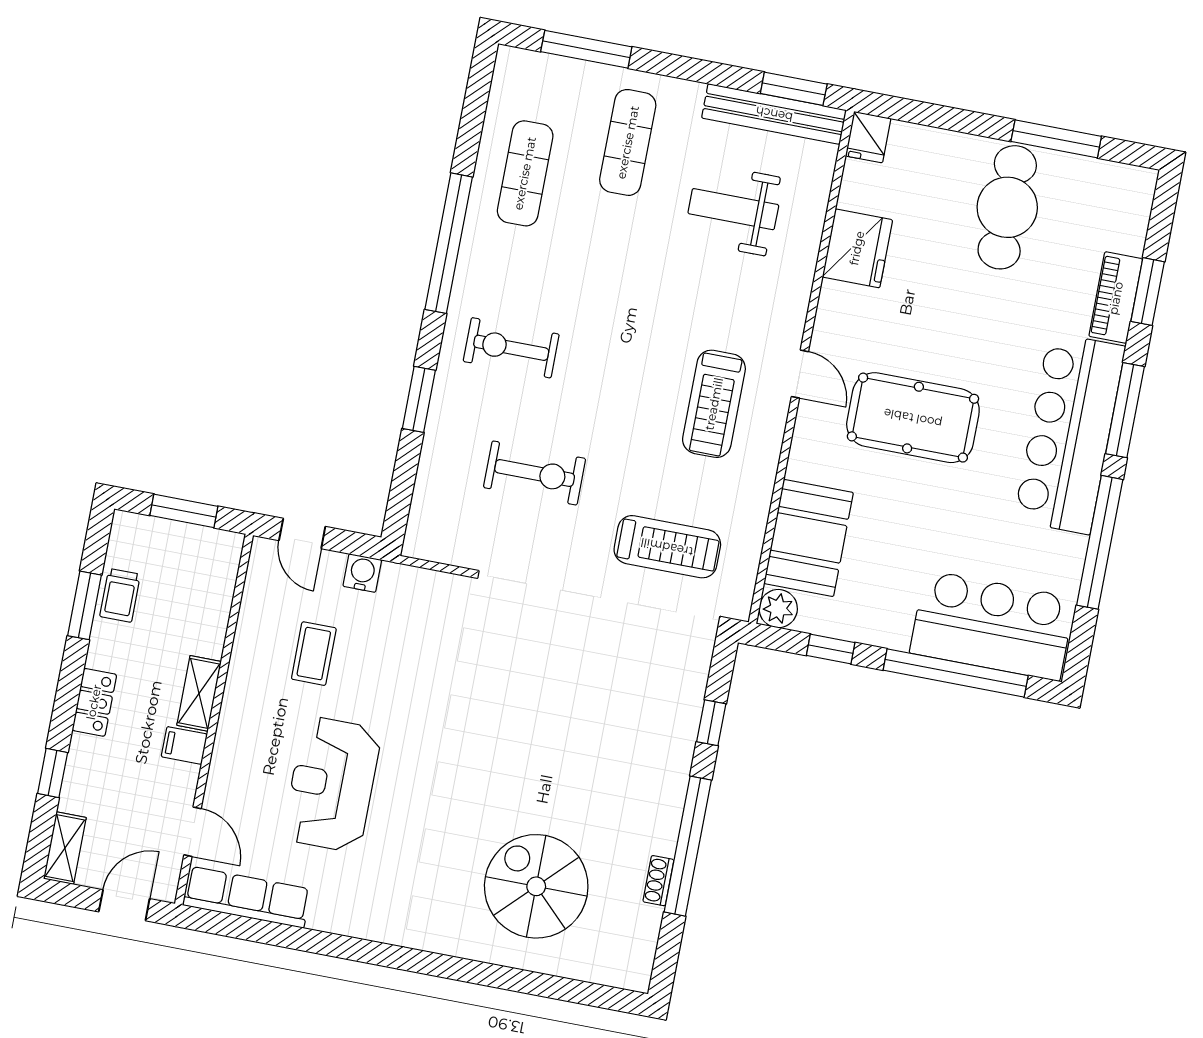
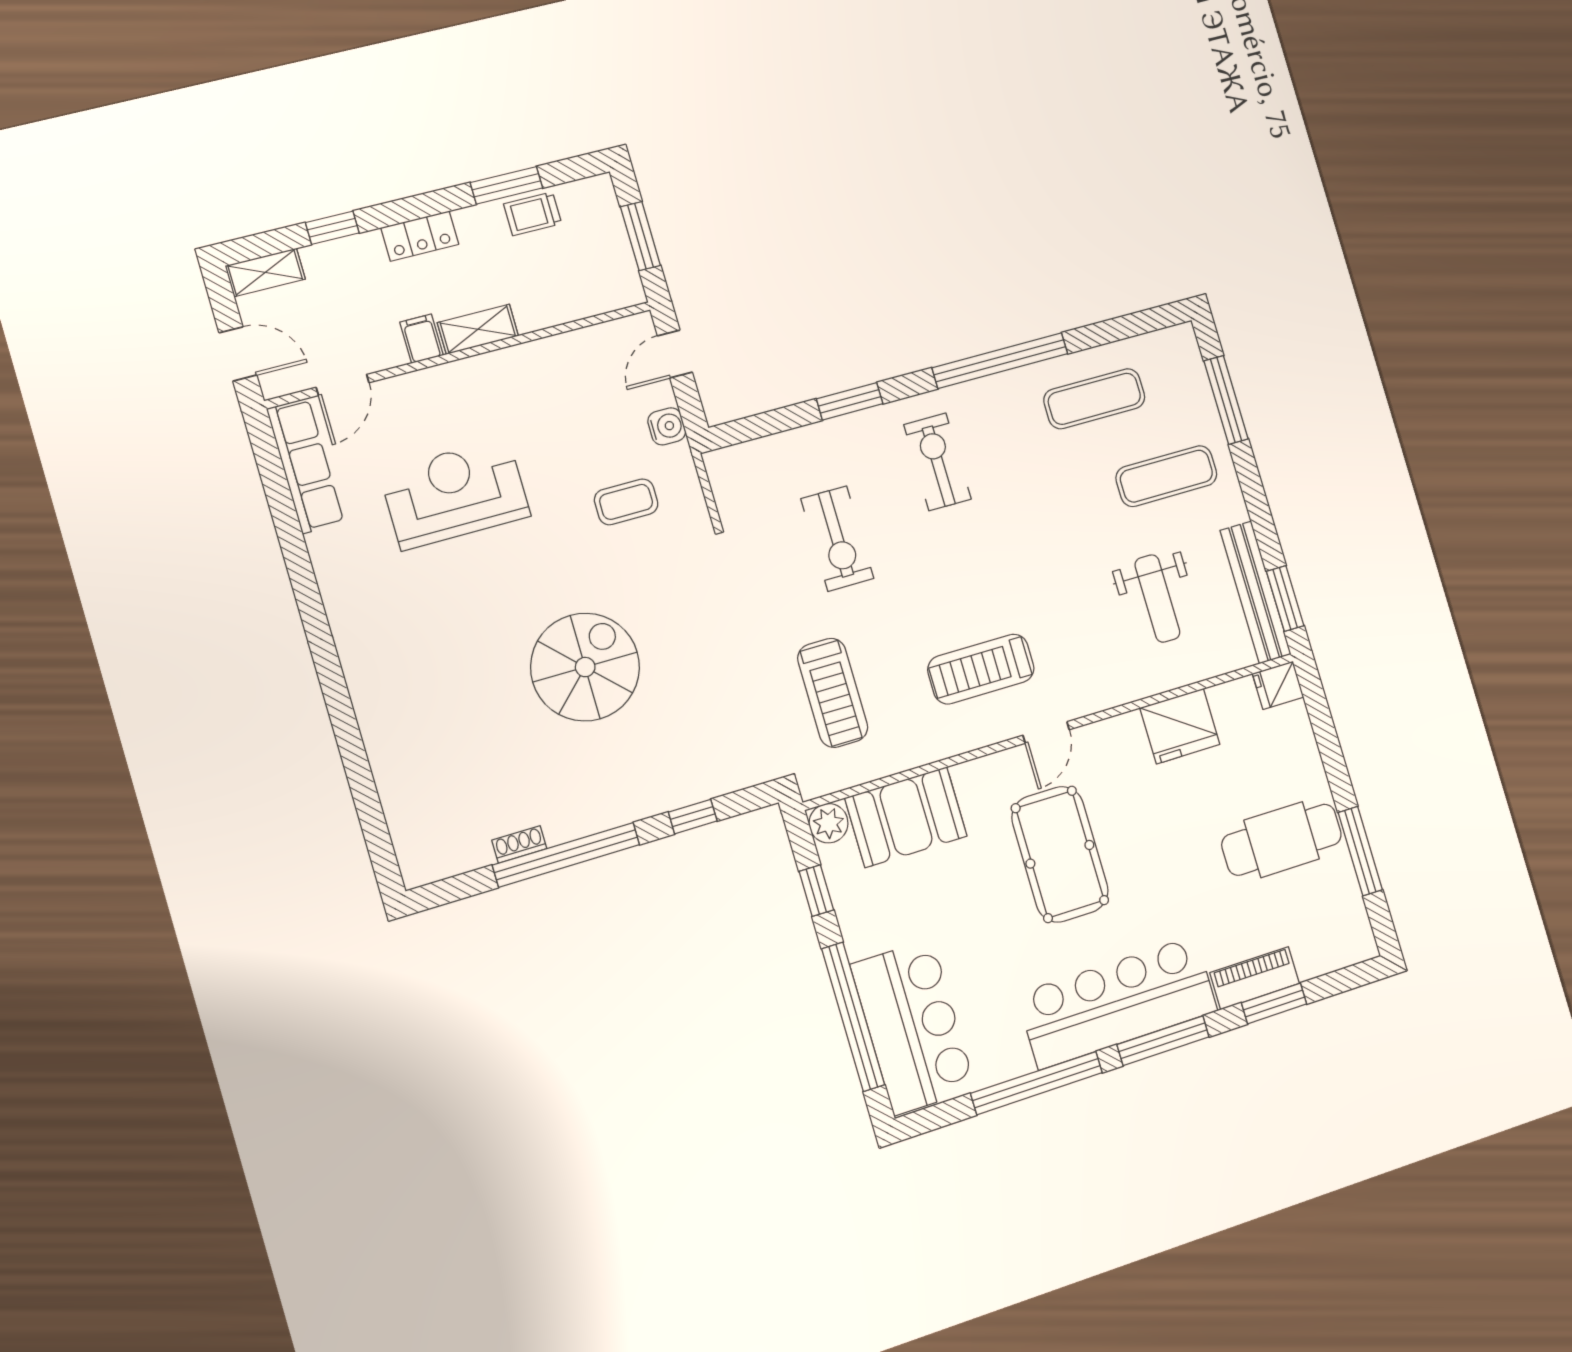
weight bench: (733, 209) -> (1157, 599), turned 180
coffee table: (314, 654) -> (626, 502), moved
spiral stairs: (536, 886) -> (585, 667), moved

